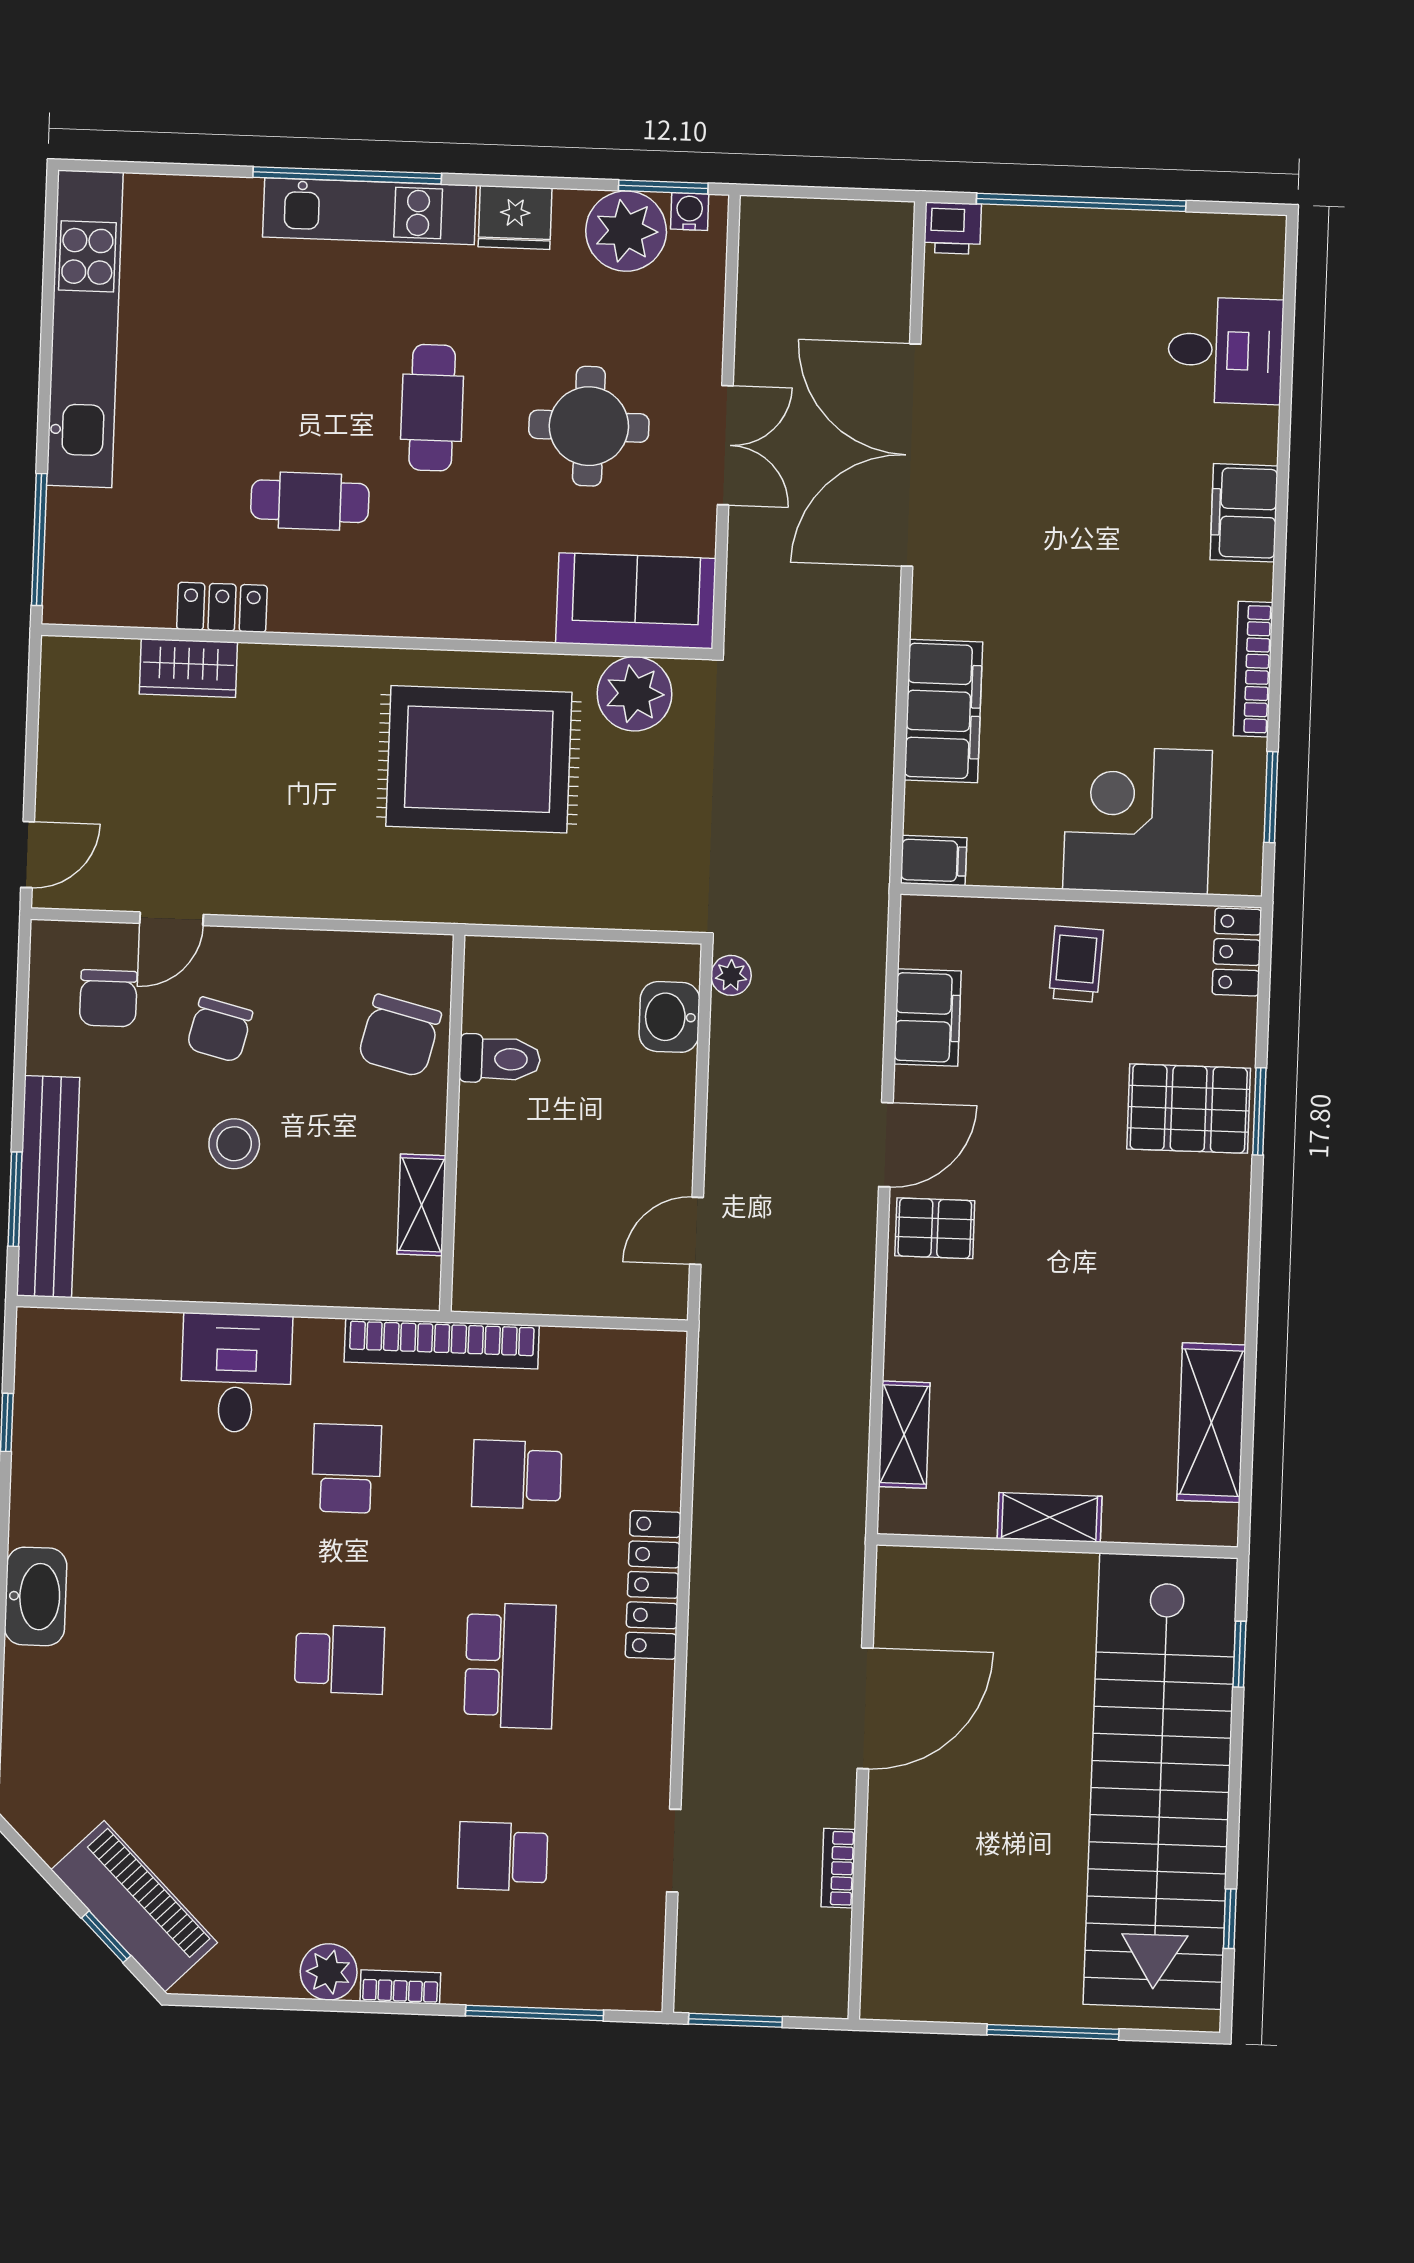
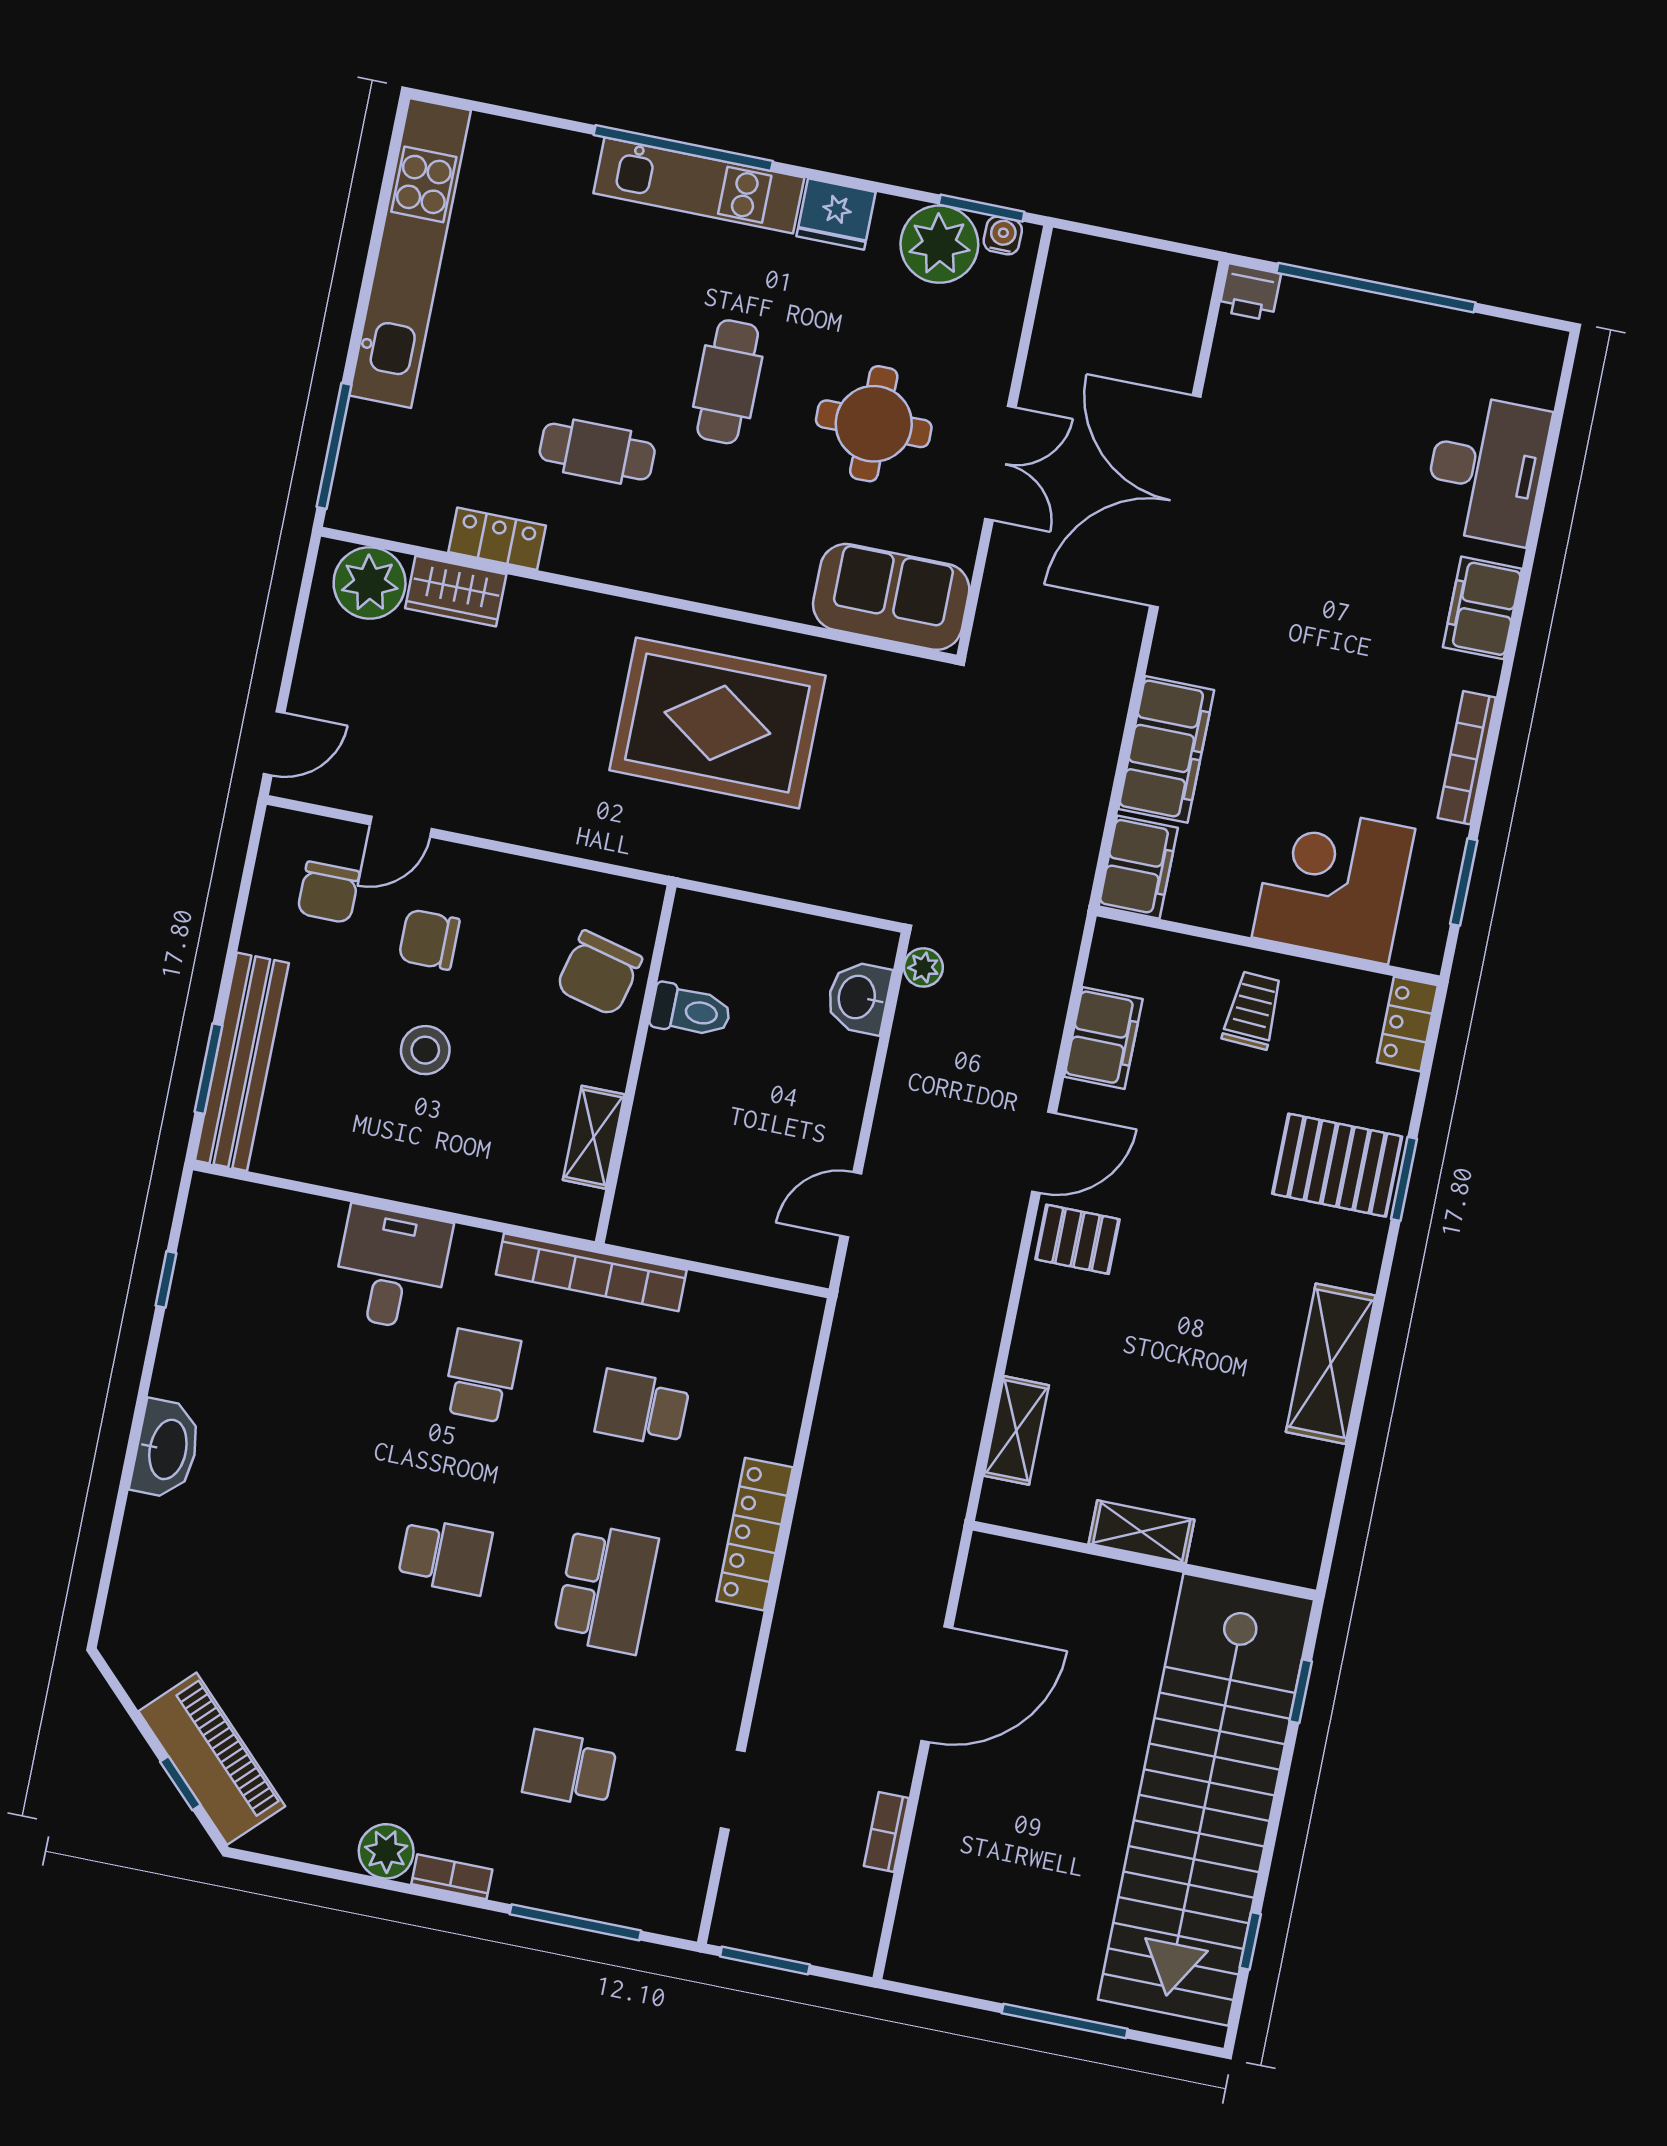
desk: (1225, 350) -> (1486, 469), width x1.37
plant: (635, 694) -> (370, 583), moved
filing cabinet: (934, 860) -> (1138, 867), width x2.00
chair: (220, 1030) -> (429, 939), turned 76
shelving: (1211, 1423) -> (1331, 1364), moved

